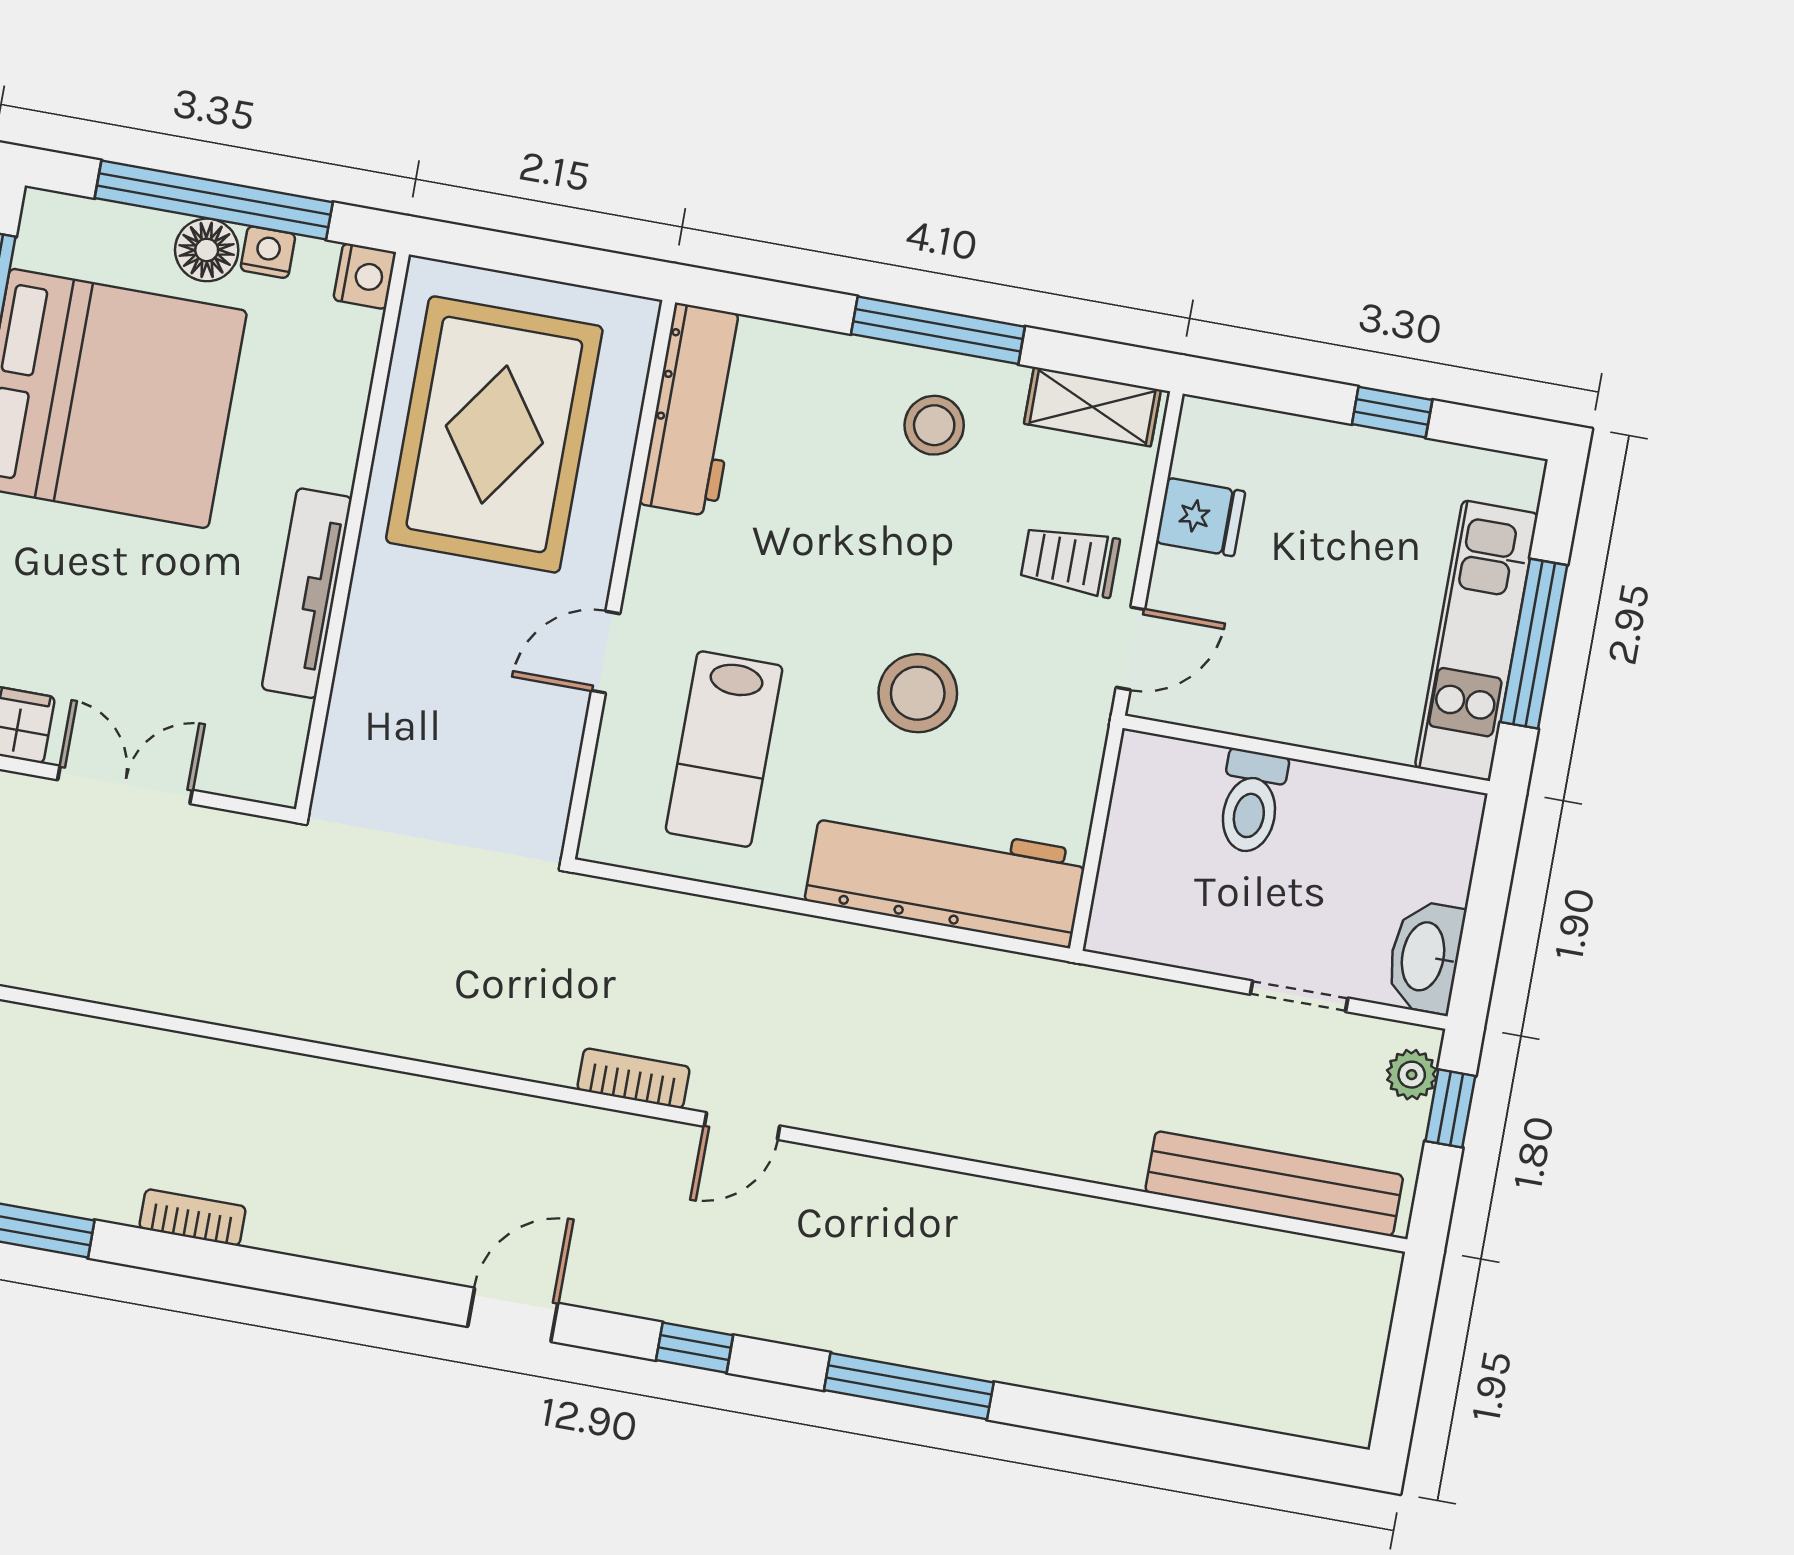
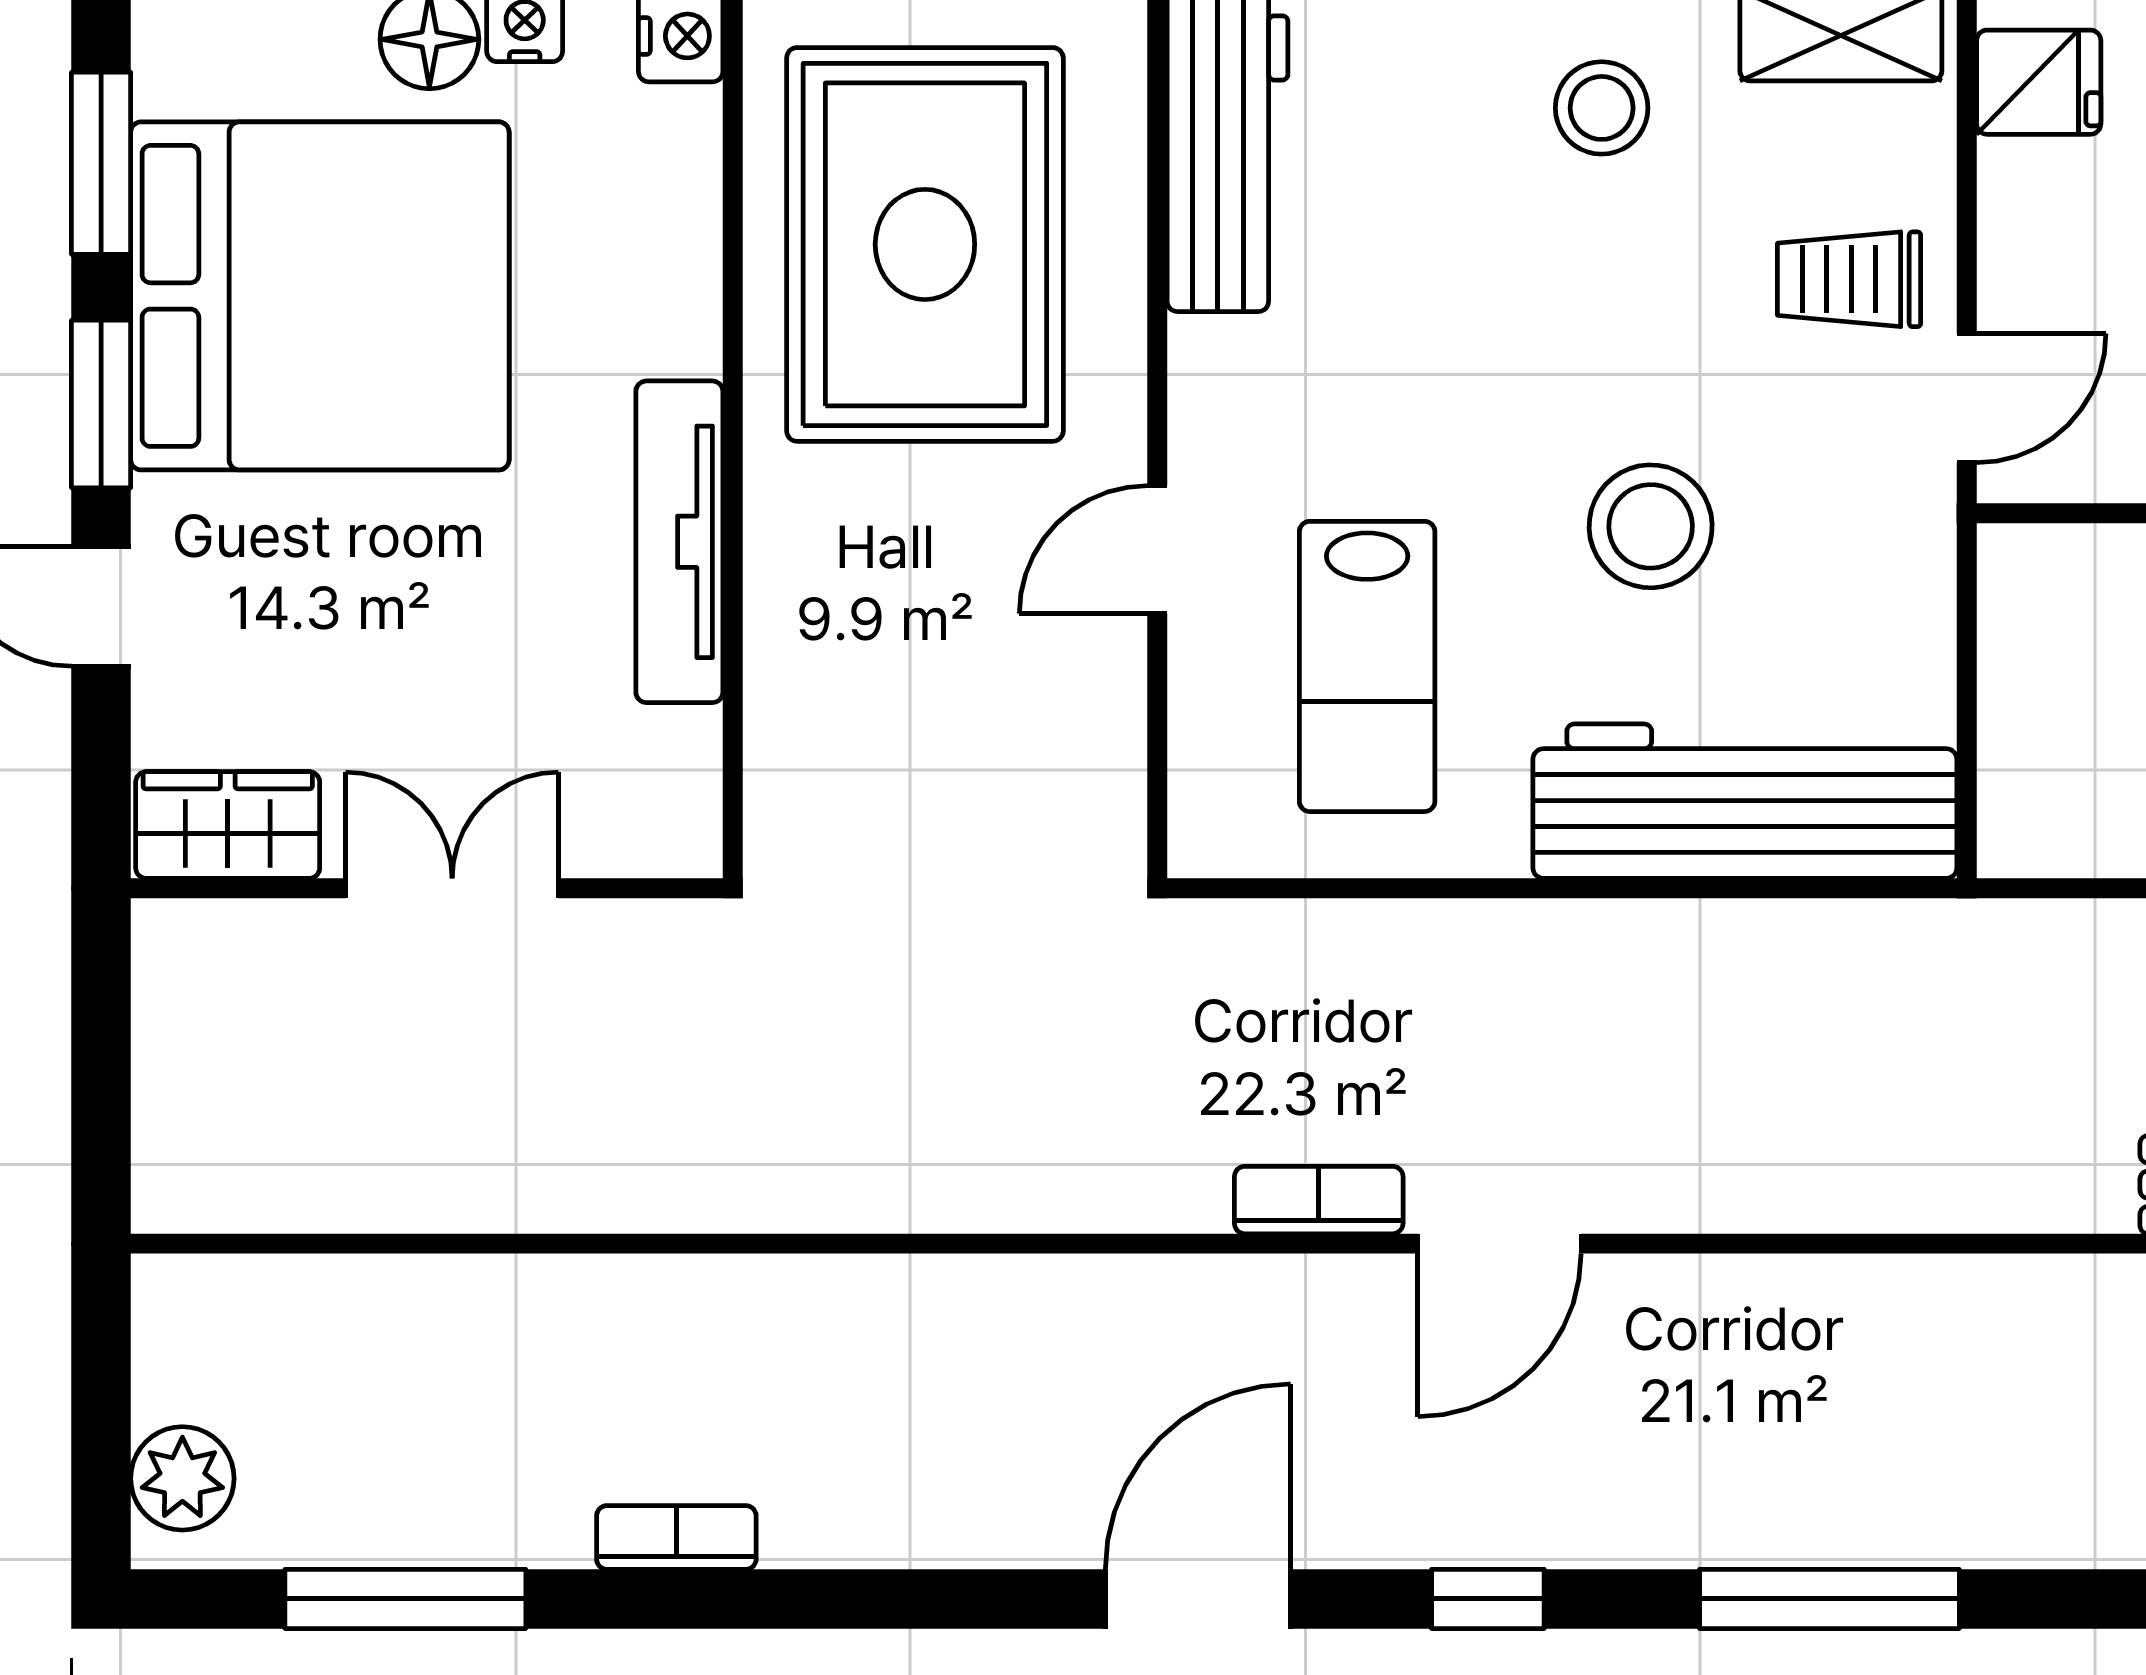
fridge: (1201, 517) -> (2039, 82), moved
door: (742, 1126) -> (1499, 1244), width x1.38
door: (513, 1315) -> (1198, 1599), width x1.37

